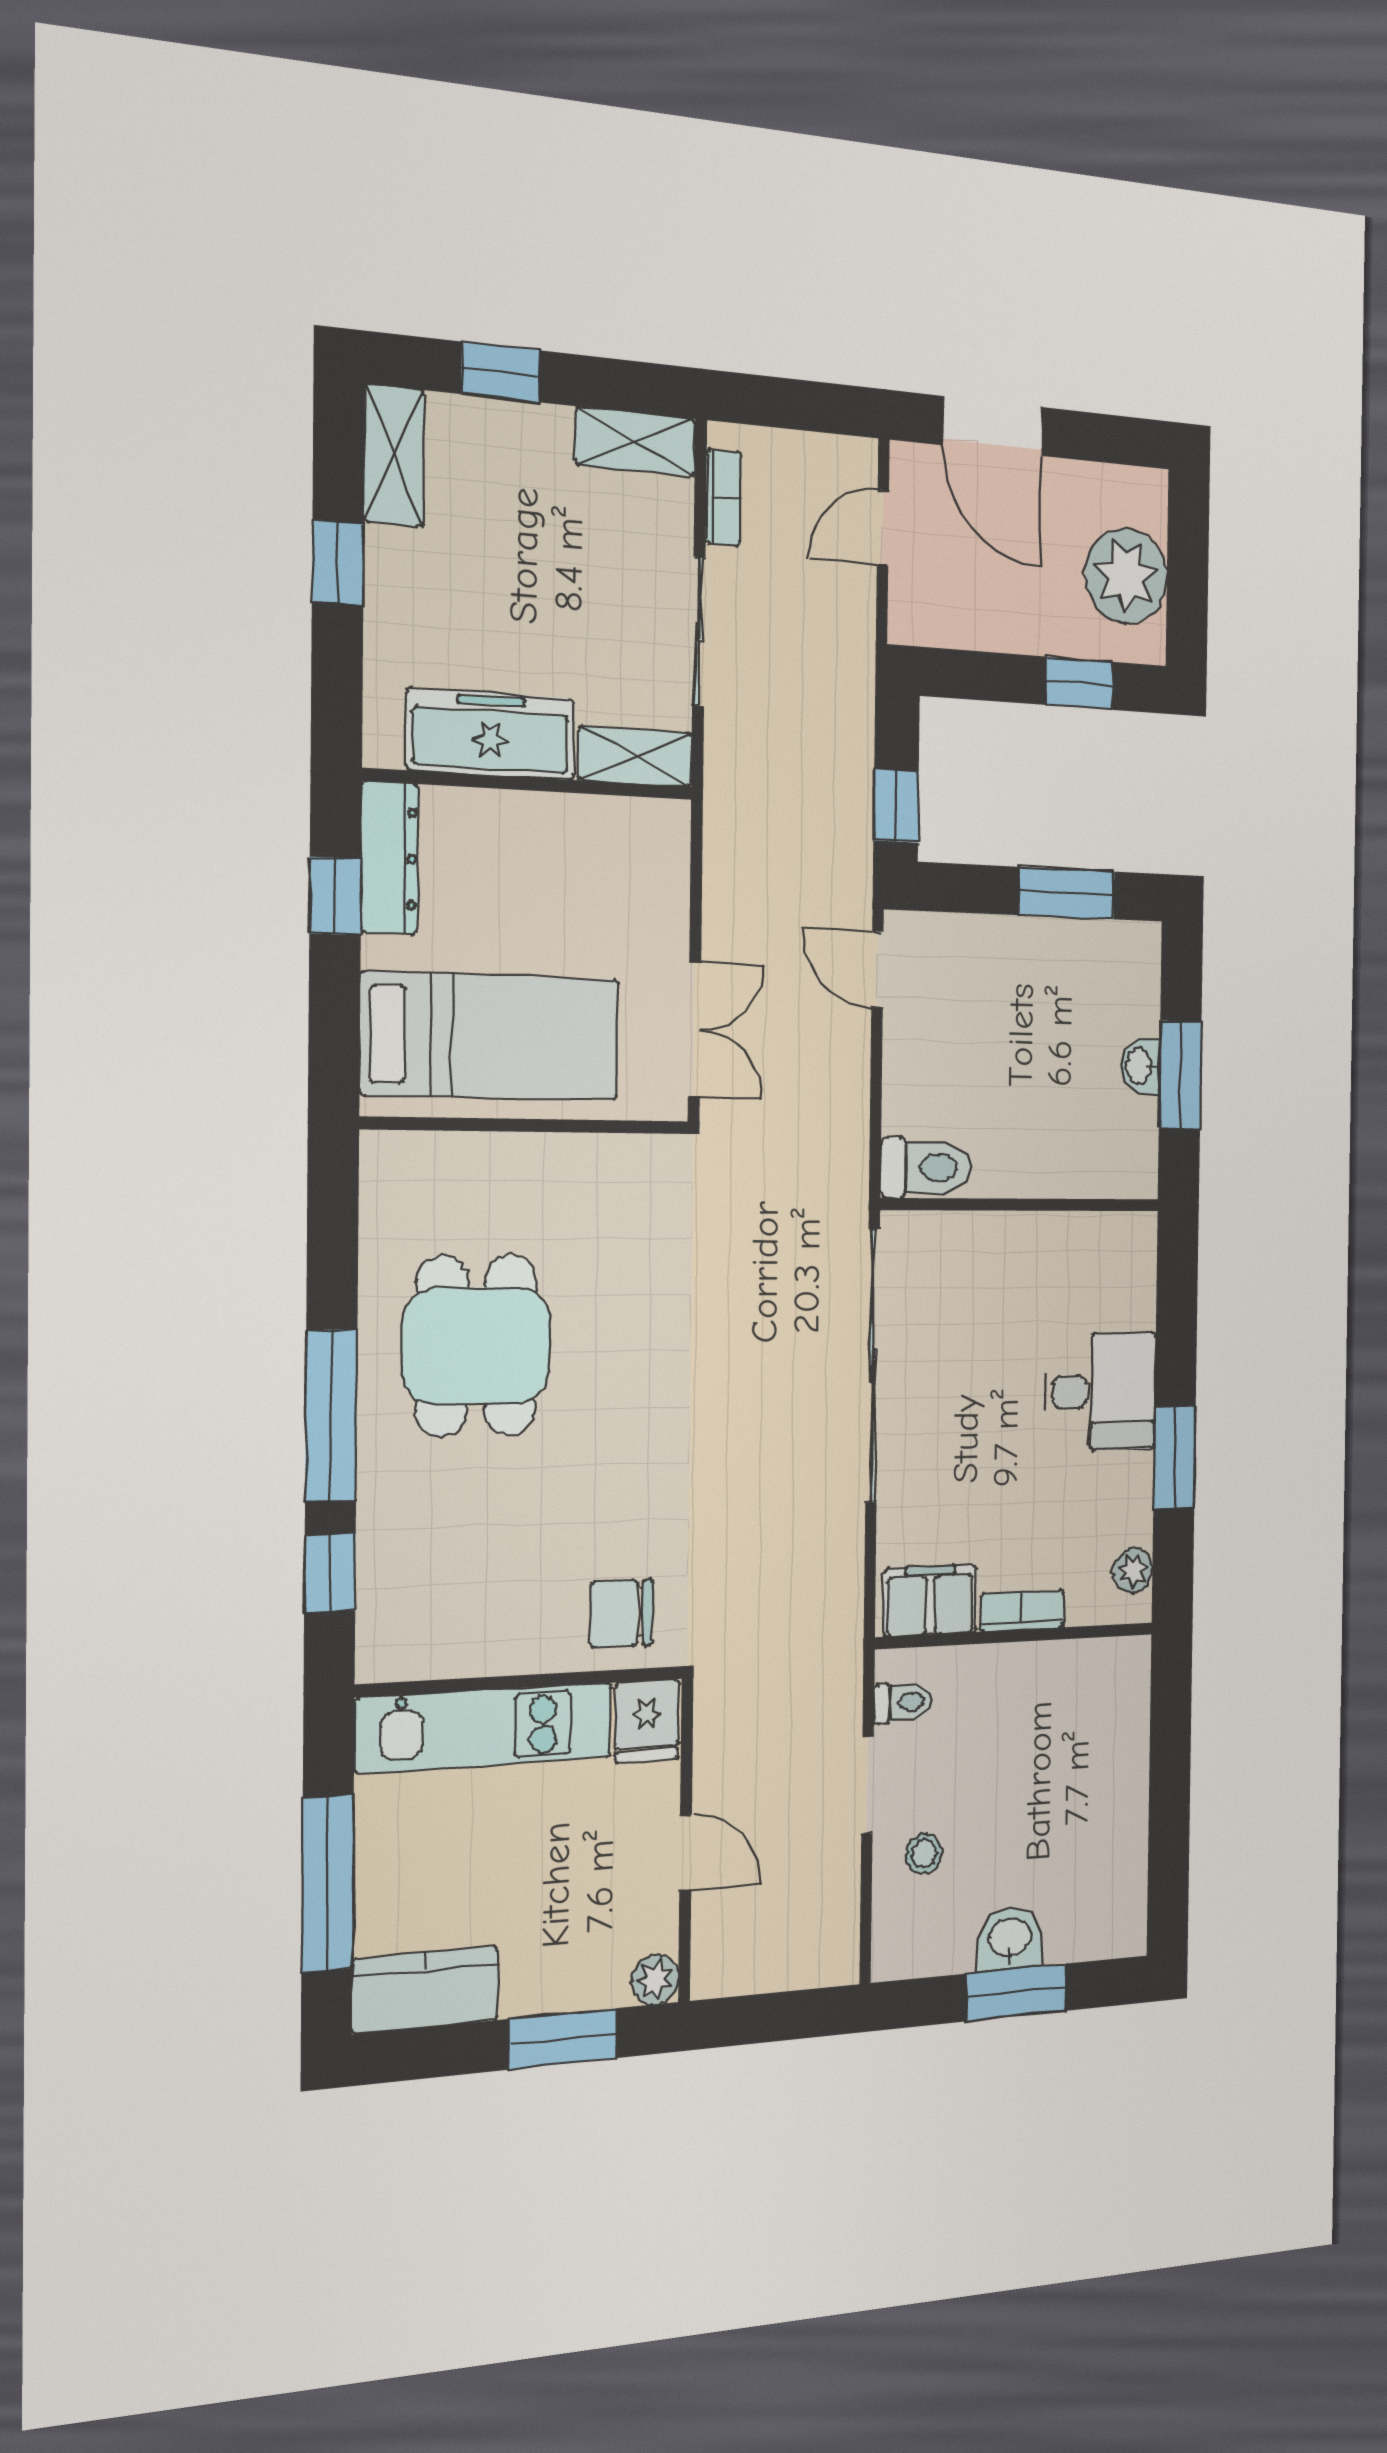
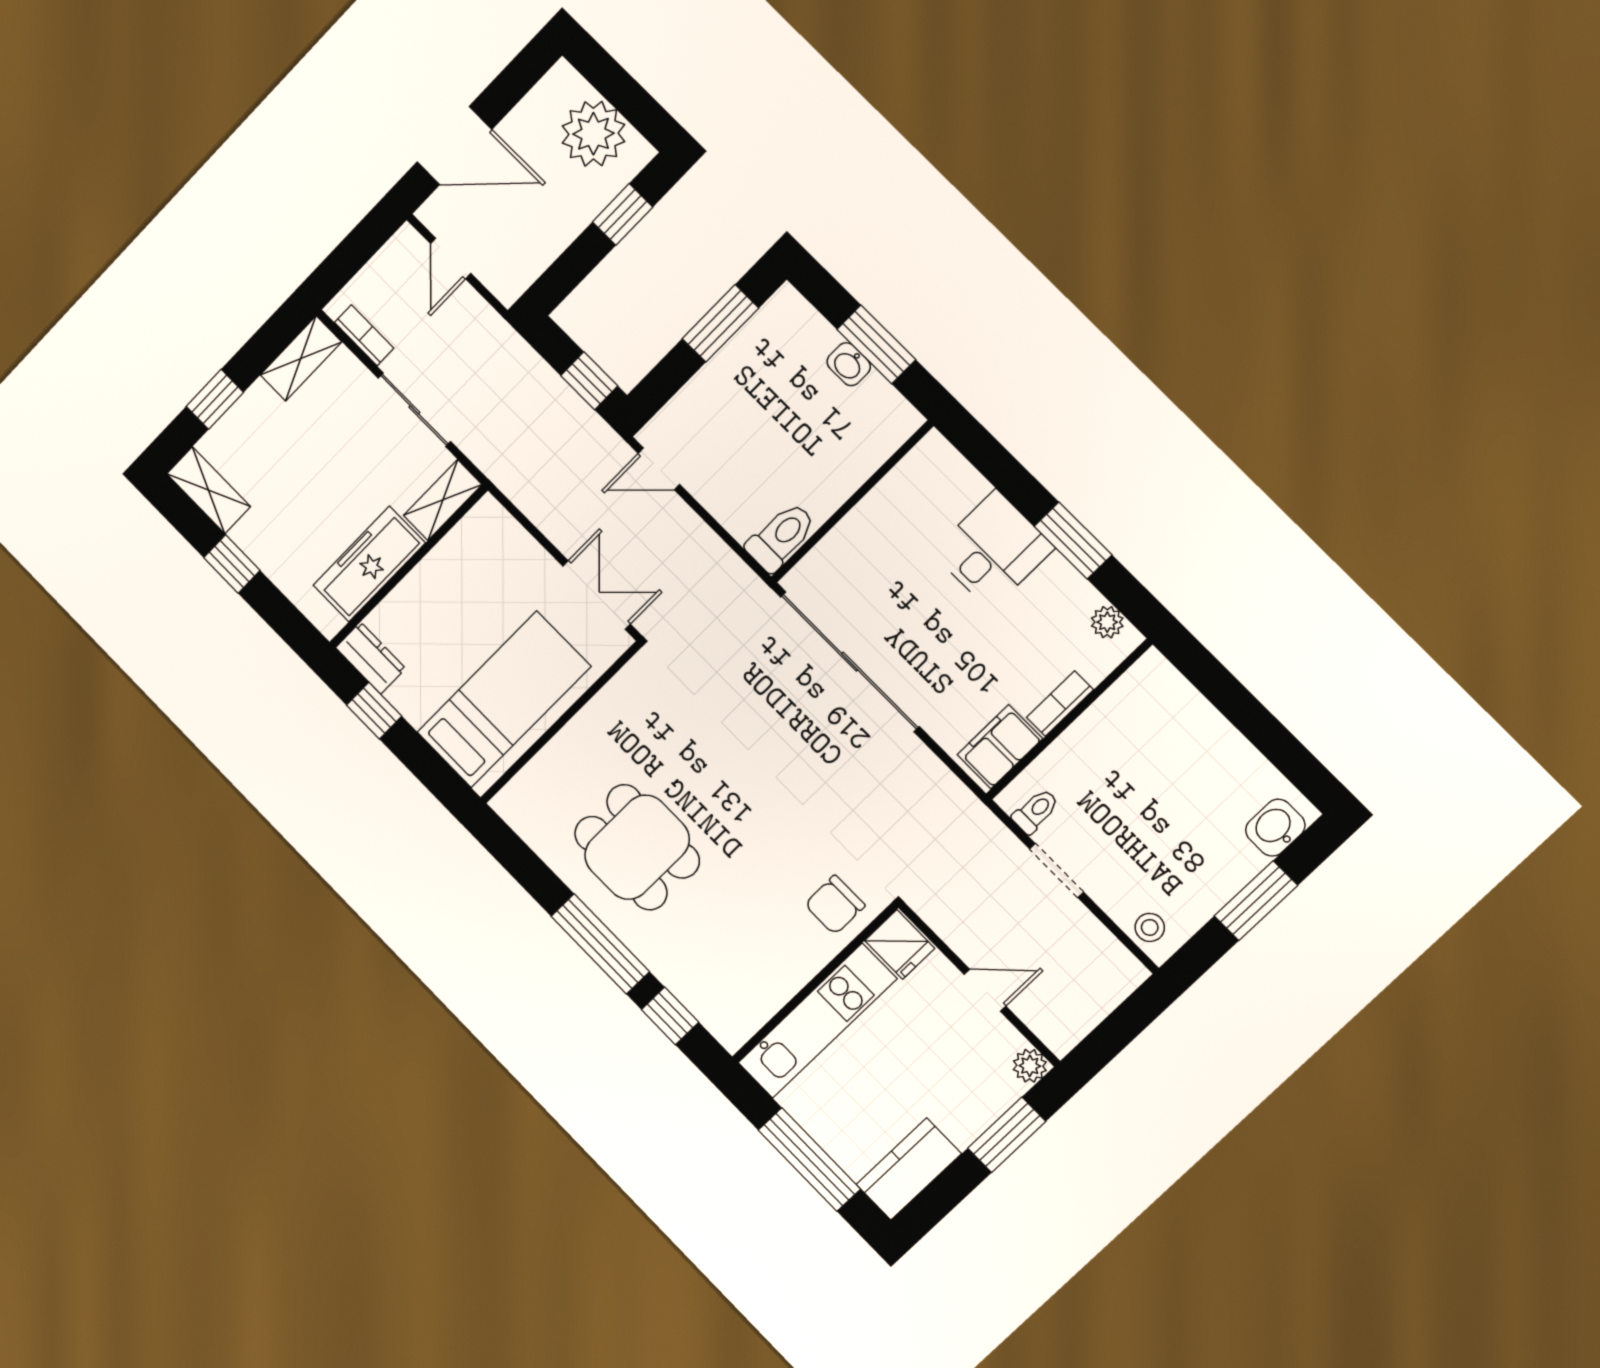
dresser: (390, 858) -> (371, 658), width x0.70
stool: (924, 1854) -> (1150, 927), moved
washbasin: (1010, 1939) -> (1275, 828), moved

